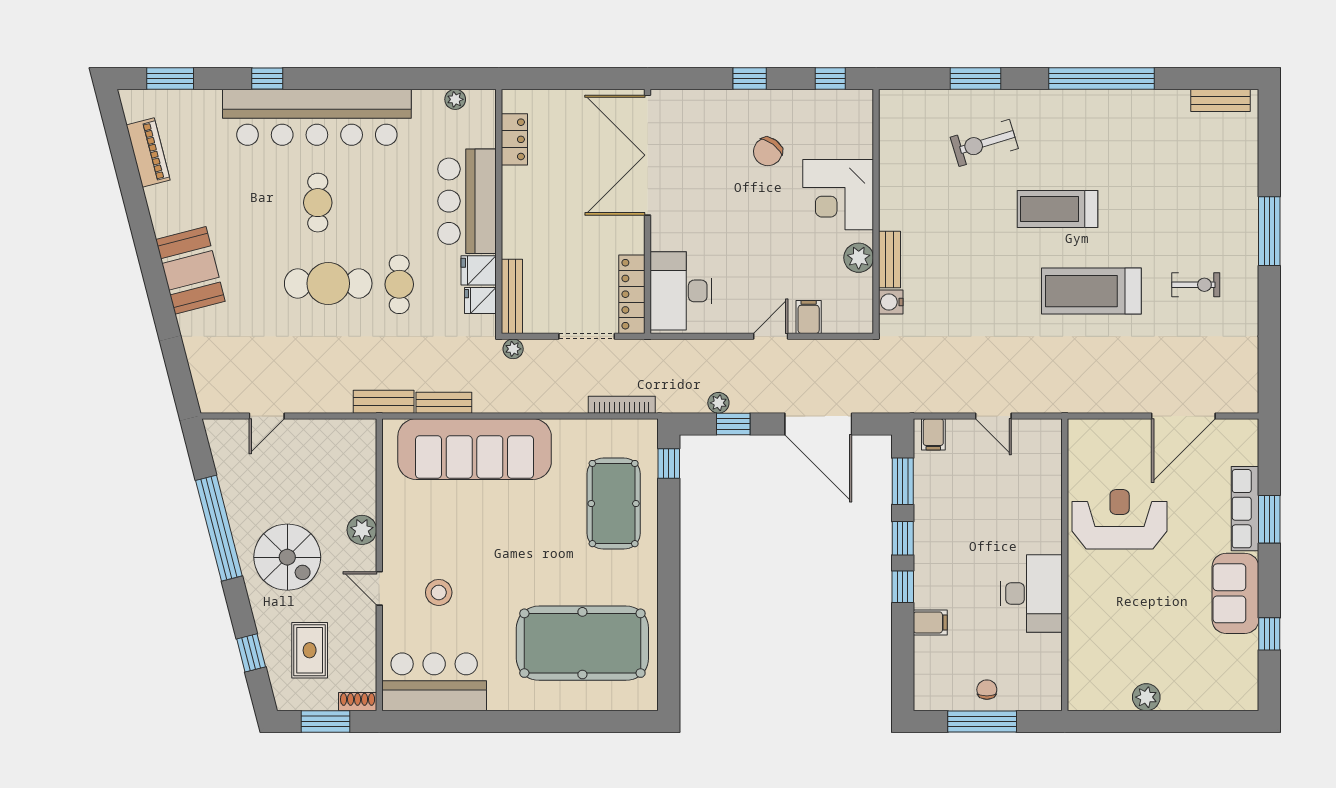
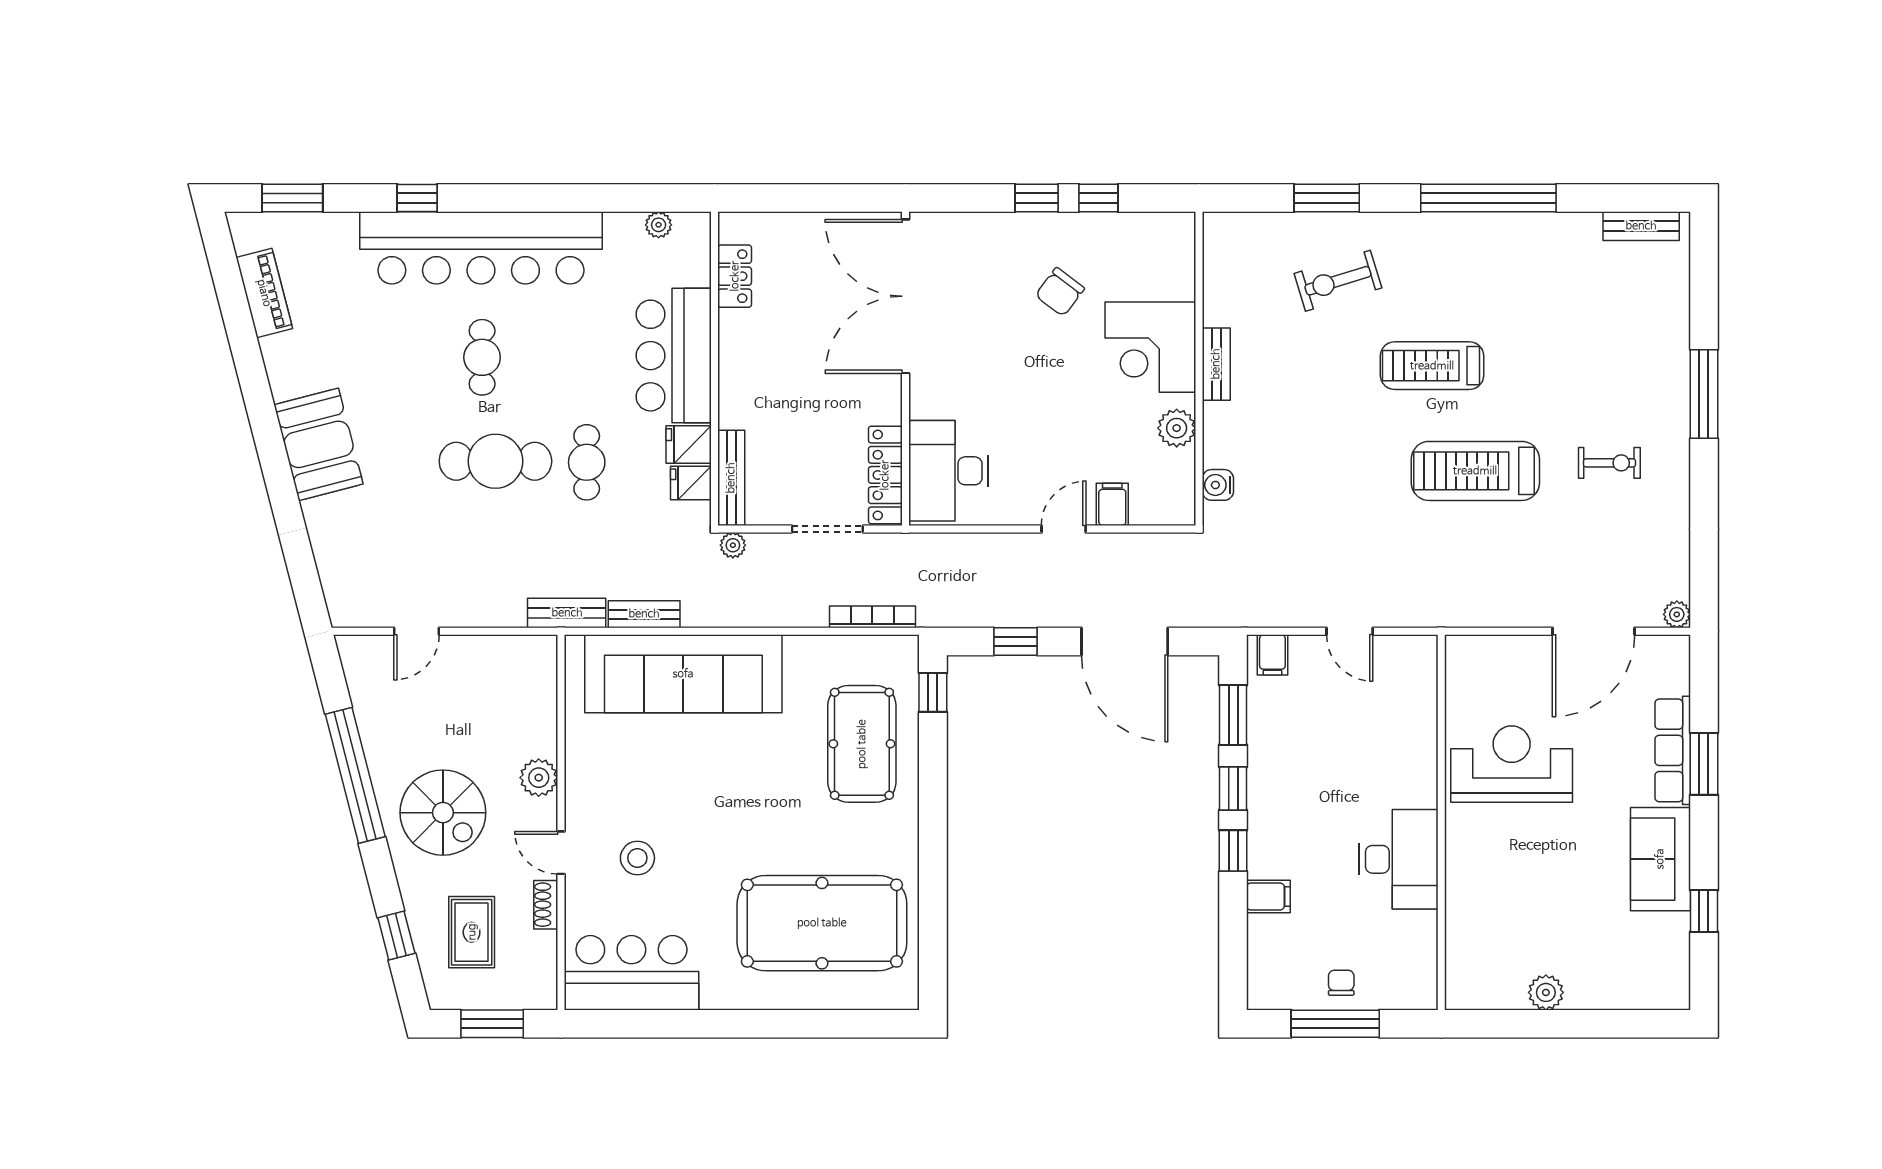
window: (830, 79) -> (1098, 198), moved
bench: (890, 260) -> (1216, 364), moved
plant: (718, 403) -> (1677, 614), moved
shoe rack: (358, 702) -> (546, 905), moved, turned -90

